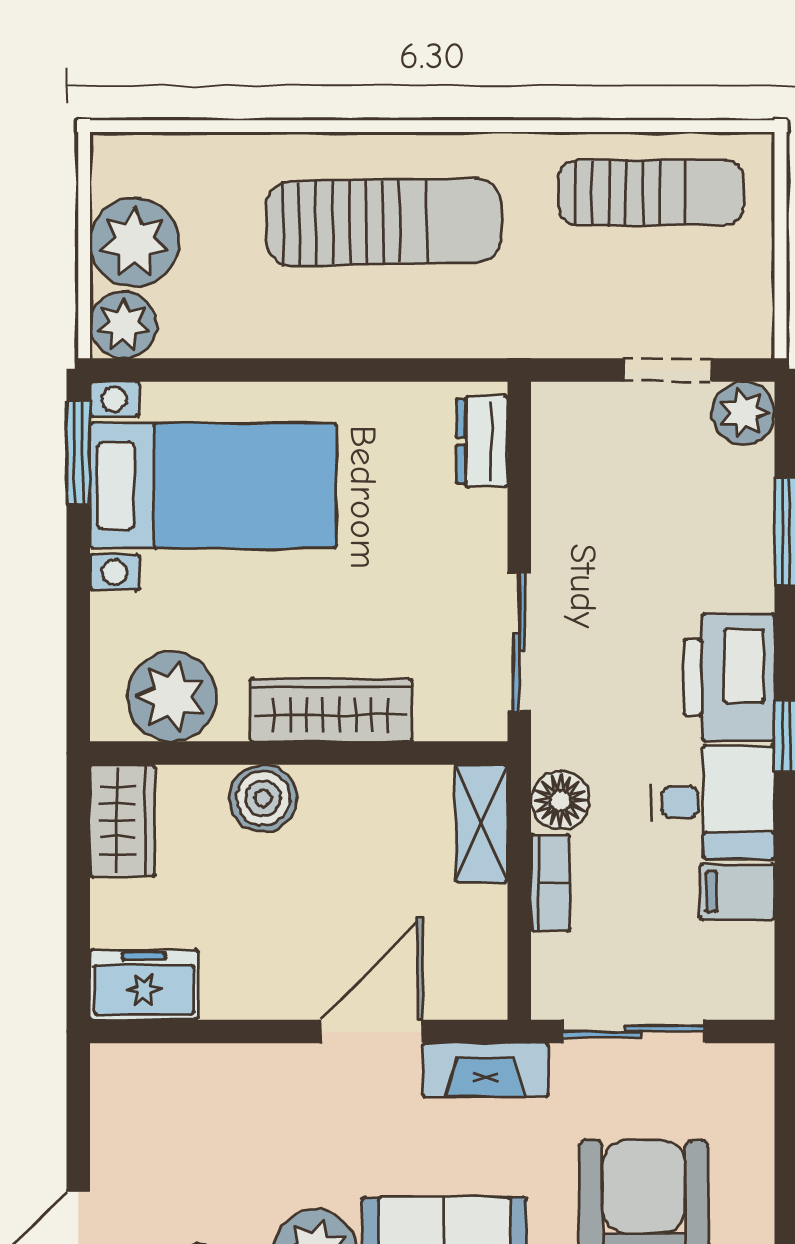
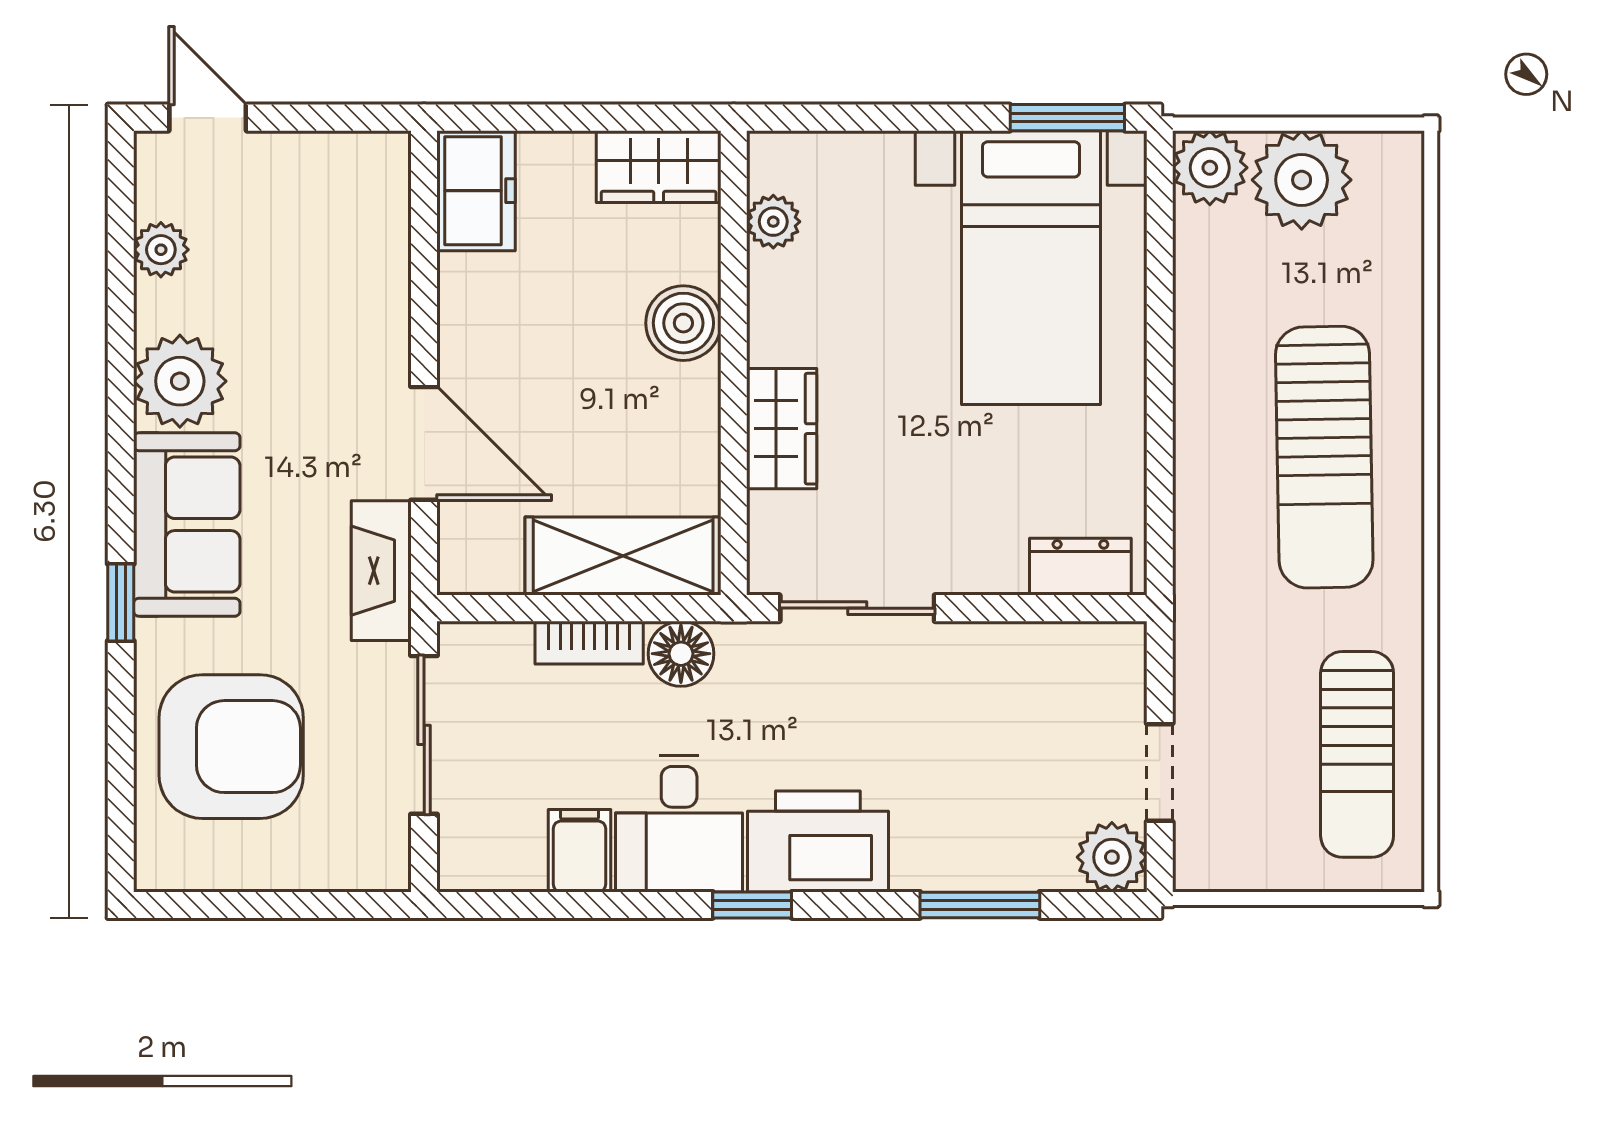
plant: (172, 697) -> (773, 222), width x0.53, depth x0.53
wardrobe: (331, 710) -> (782, 429), width x0.67
shelving: (481, 823) -> (623, 556), width x1.50, depth x1.33

